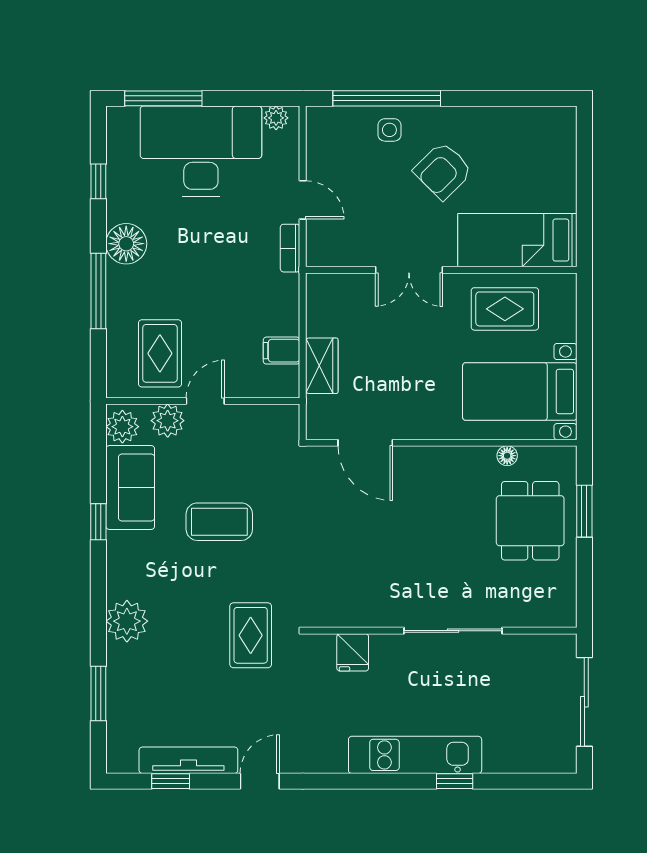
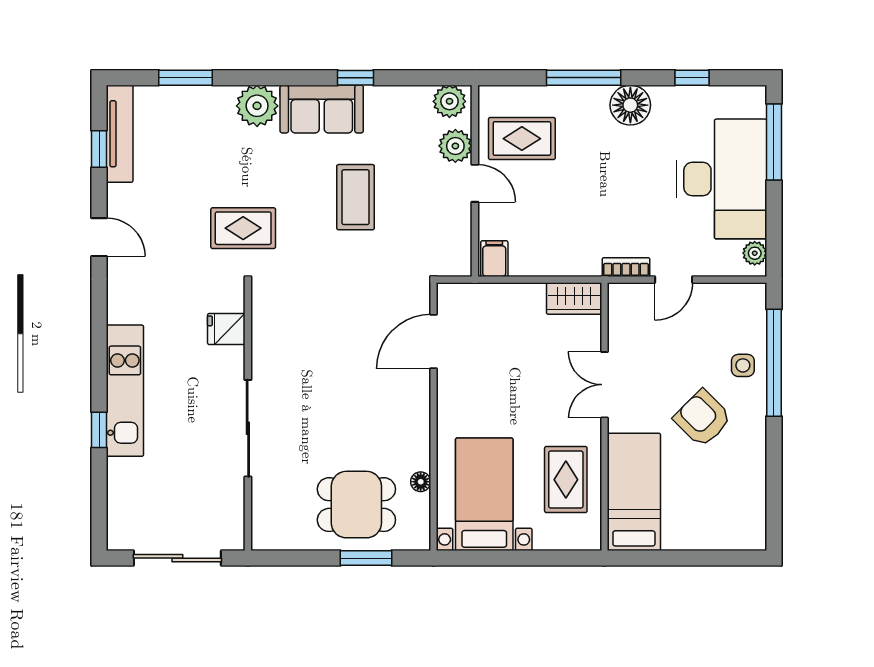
filing cabinet: (281, 351) -> (494, 259), moved
wardrobe: (322, 366) -> (574, 298), moved
sofa: (130, 487) -> (322, 109), moved
tv unit: (188, 760) -> (120, 134), moved

